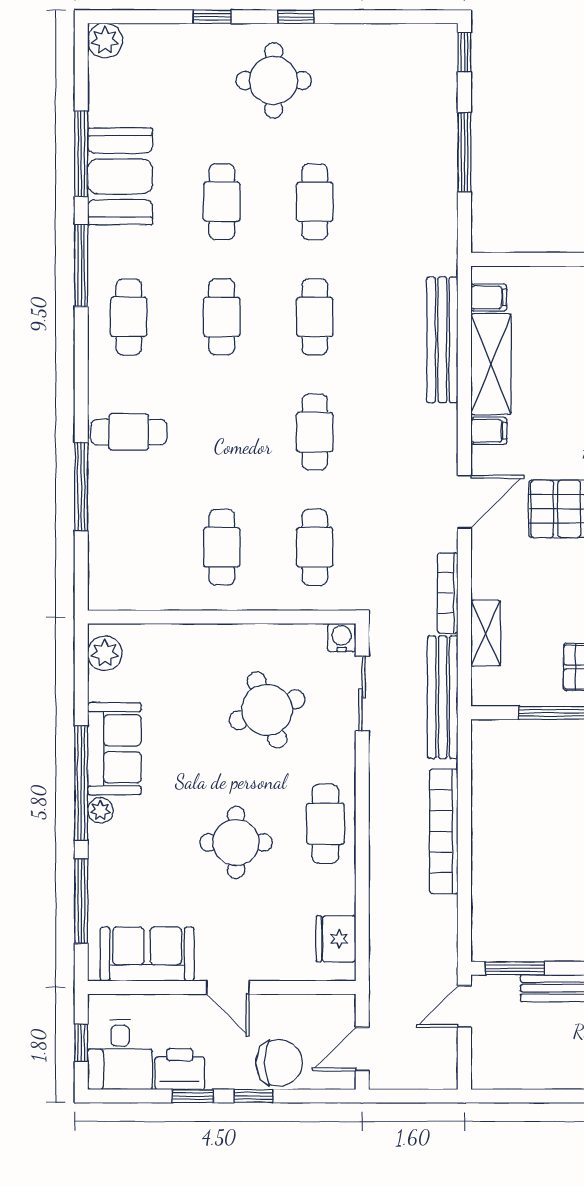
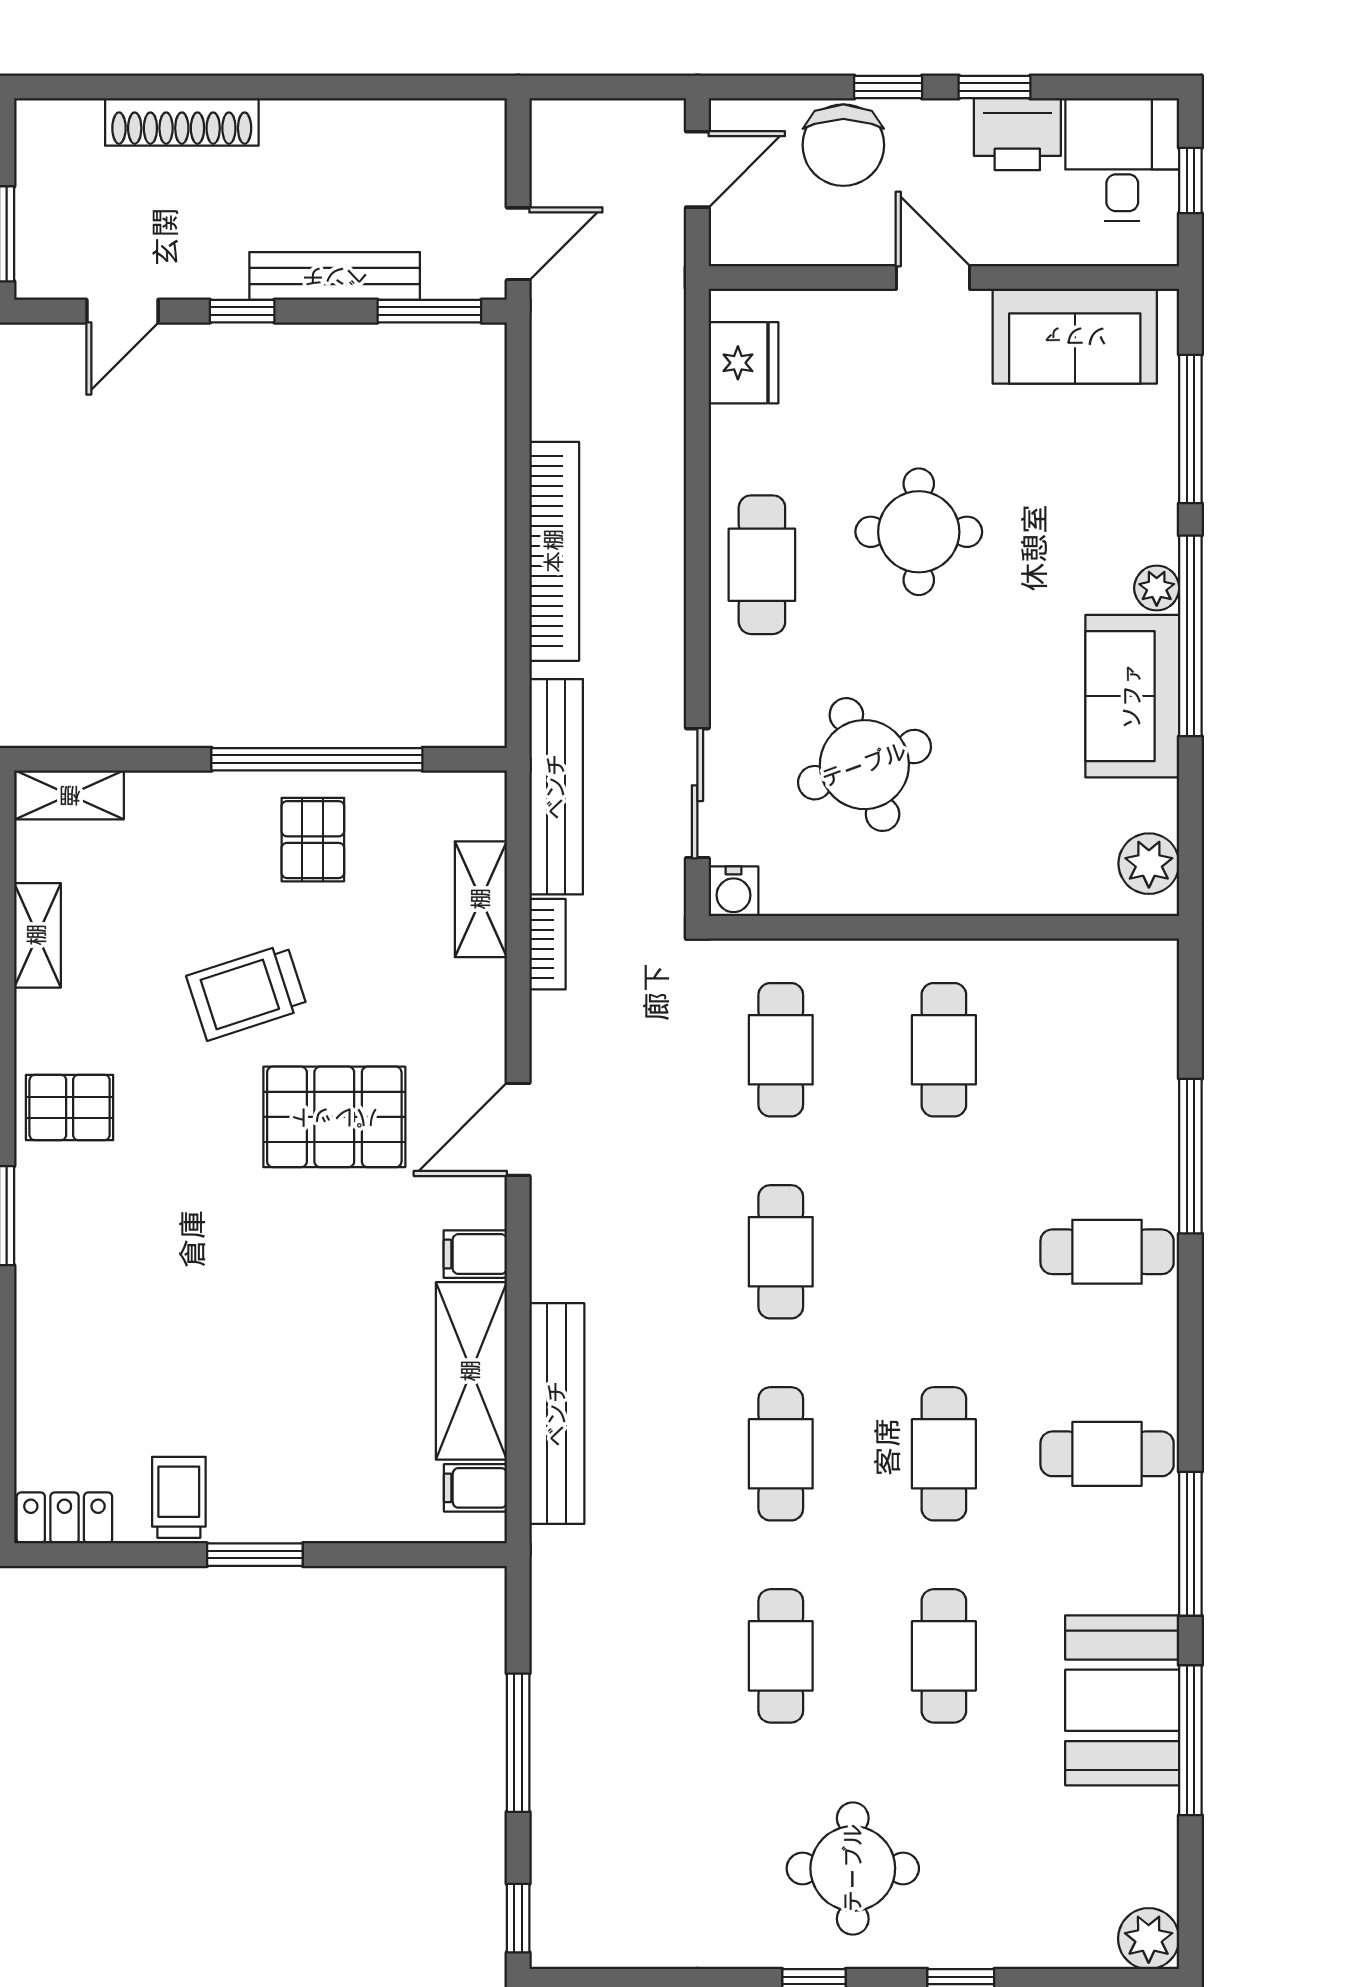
cafe table: (129, 317) -> (1107, 1454), turned 90
bookcase: (448, 593) -> (547, 944), width x0.64
chair: (279, 1063) -> (843, 145), turned -90

